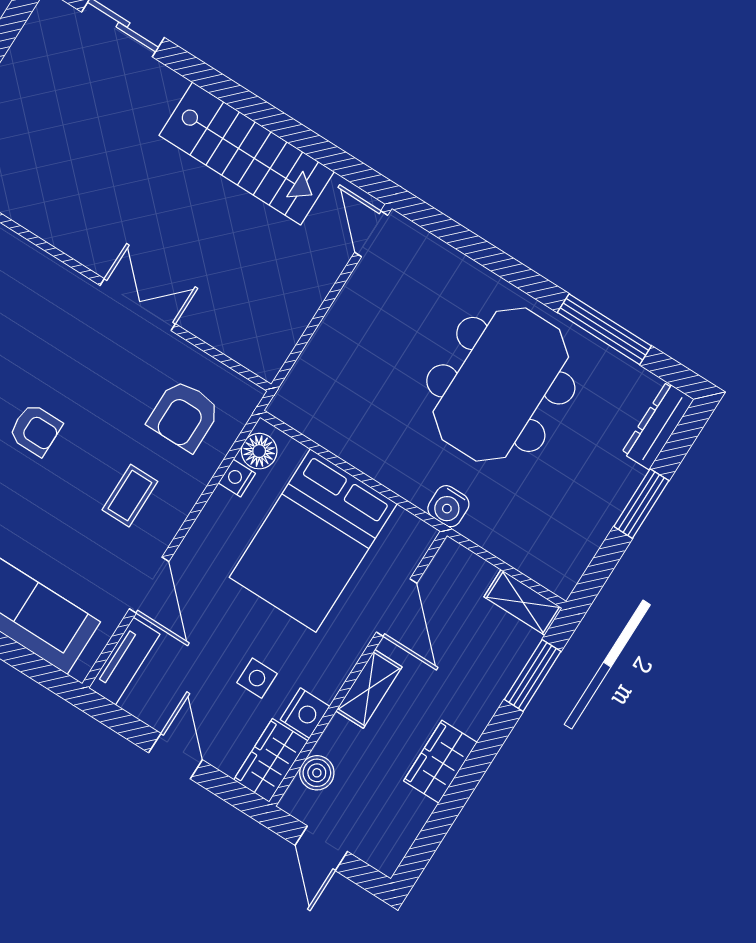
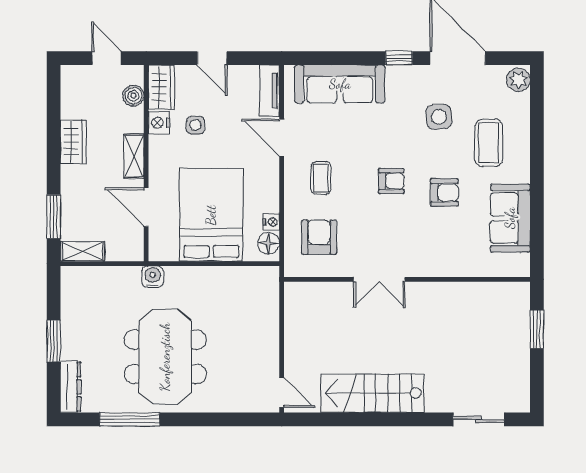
armchair: (35, 430) -> (391, 181), turned 180

